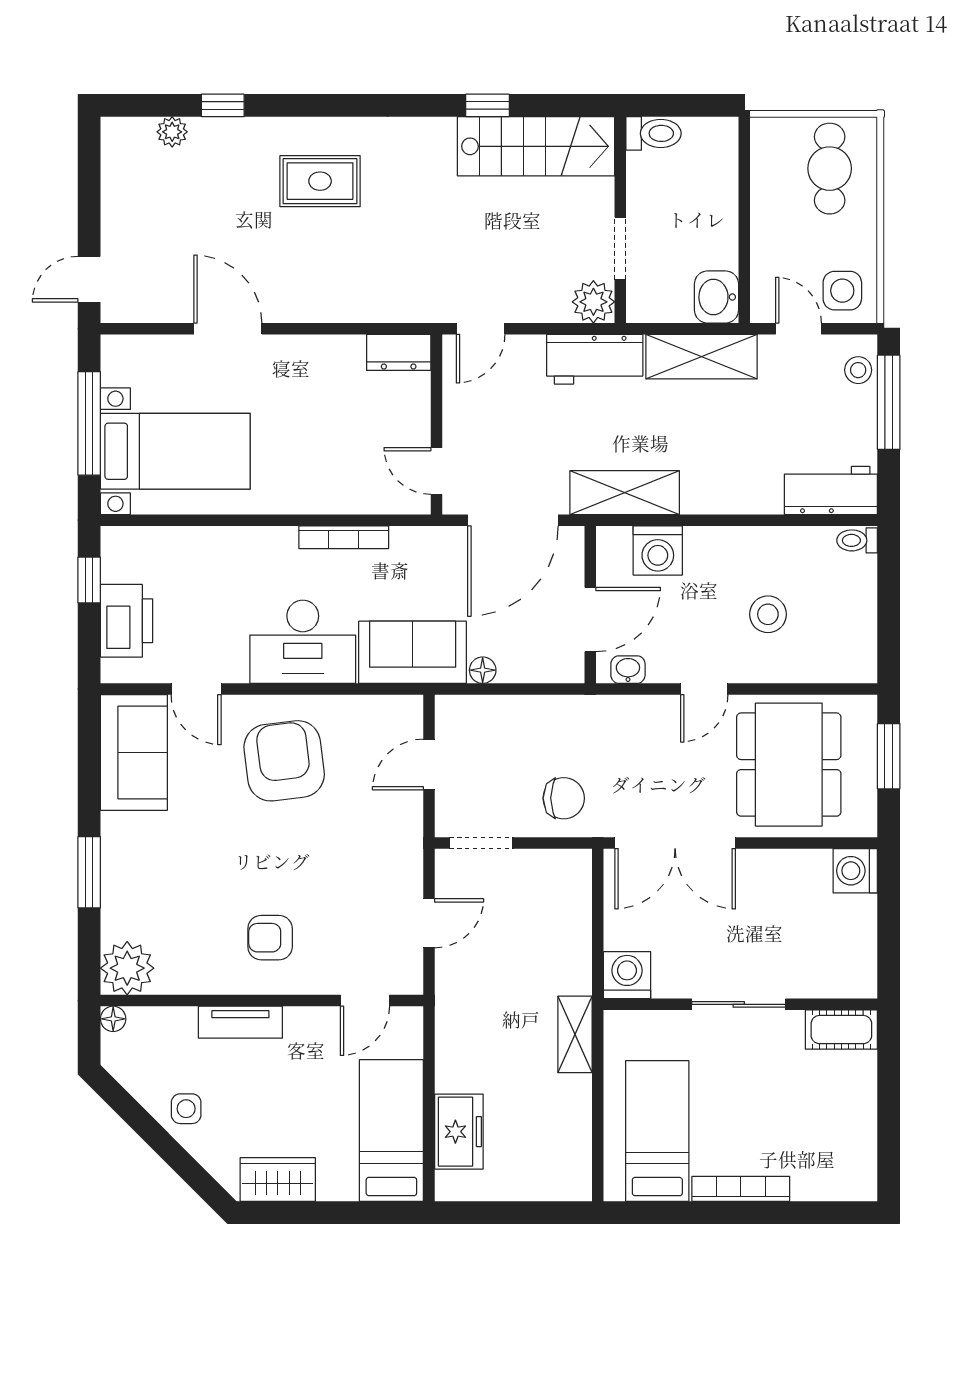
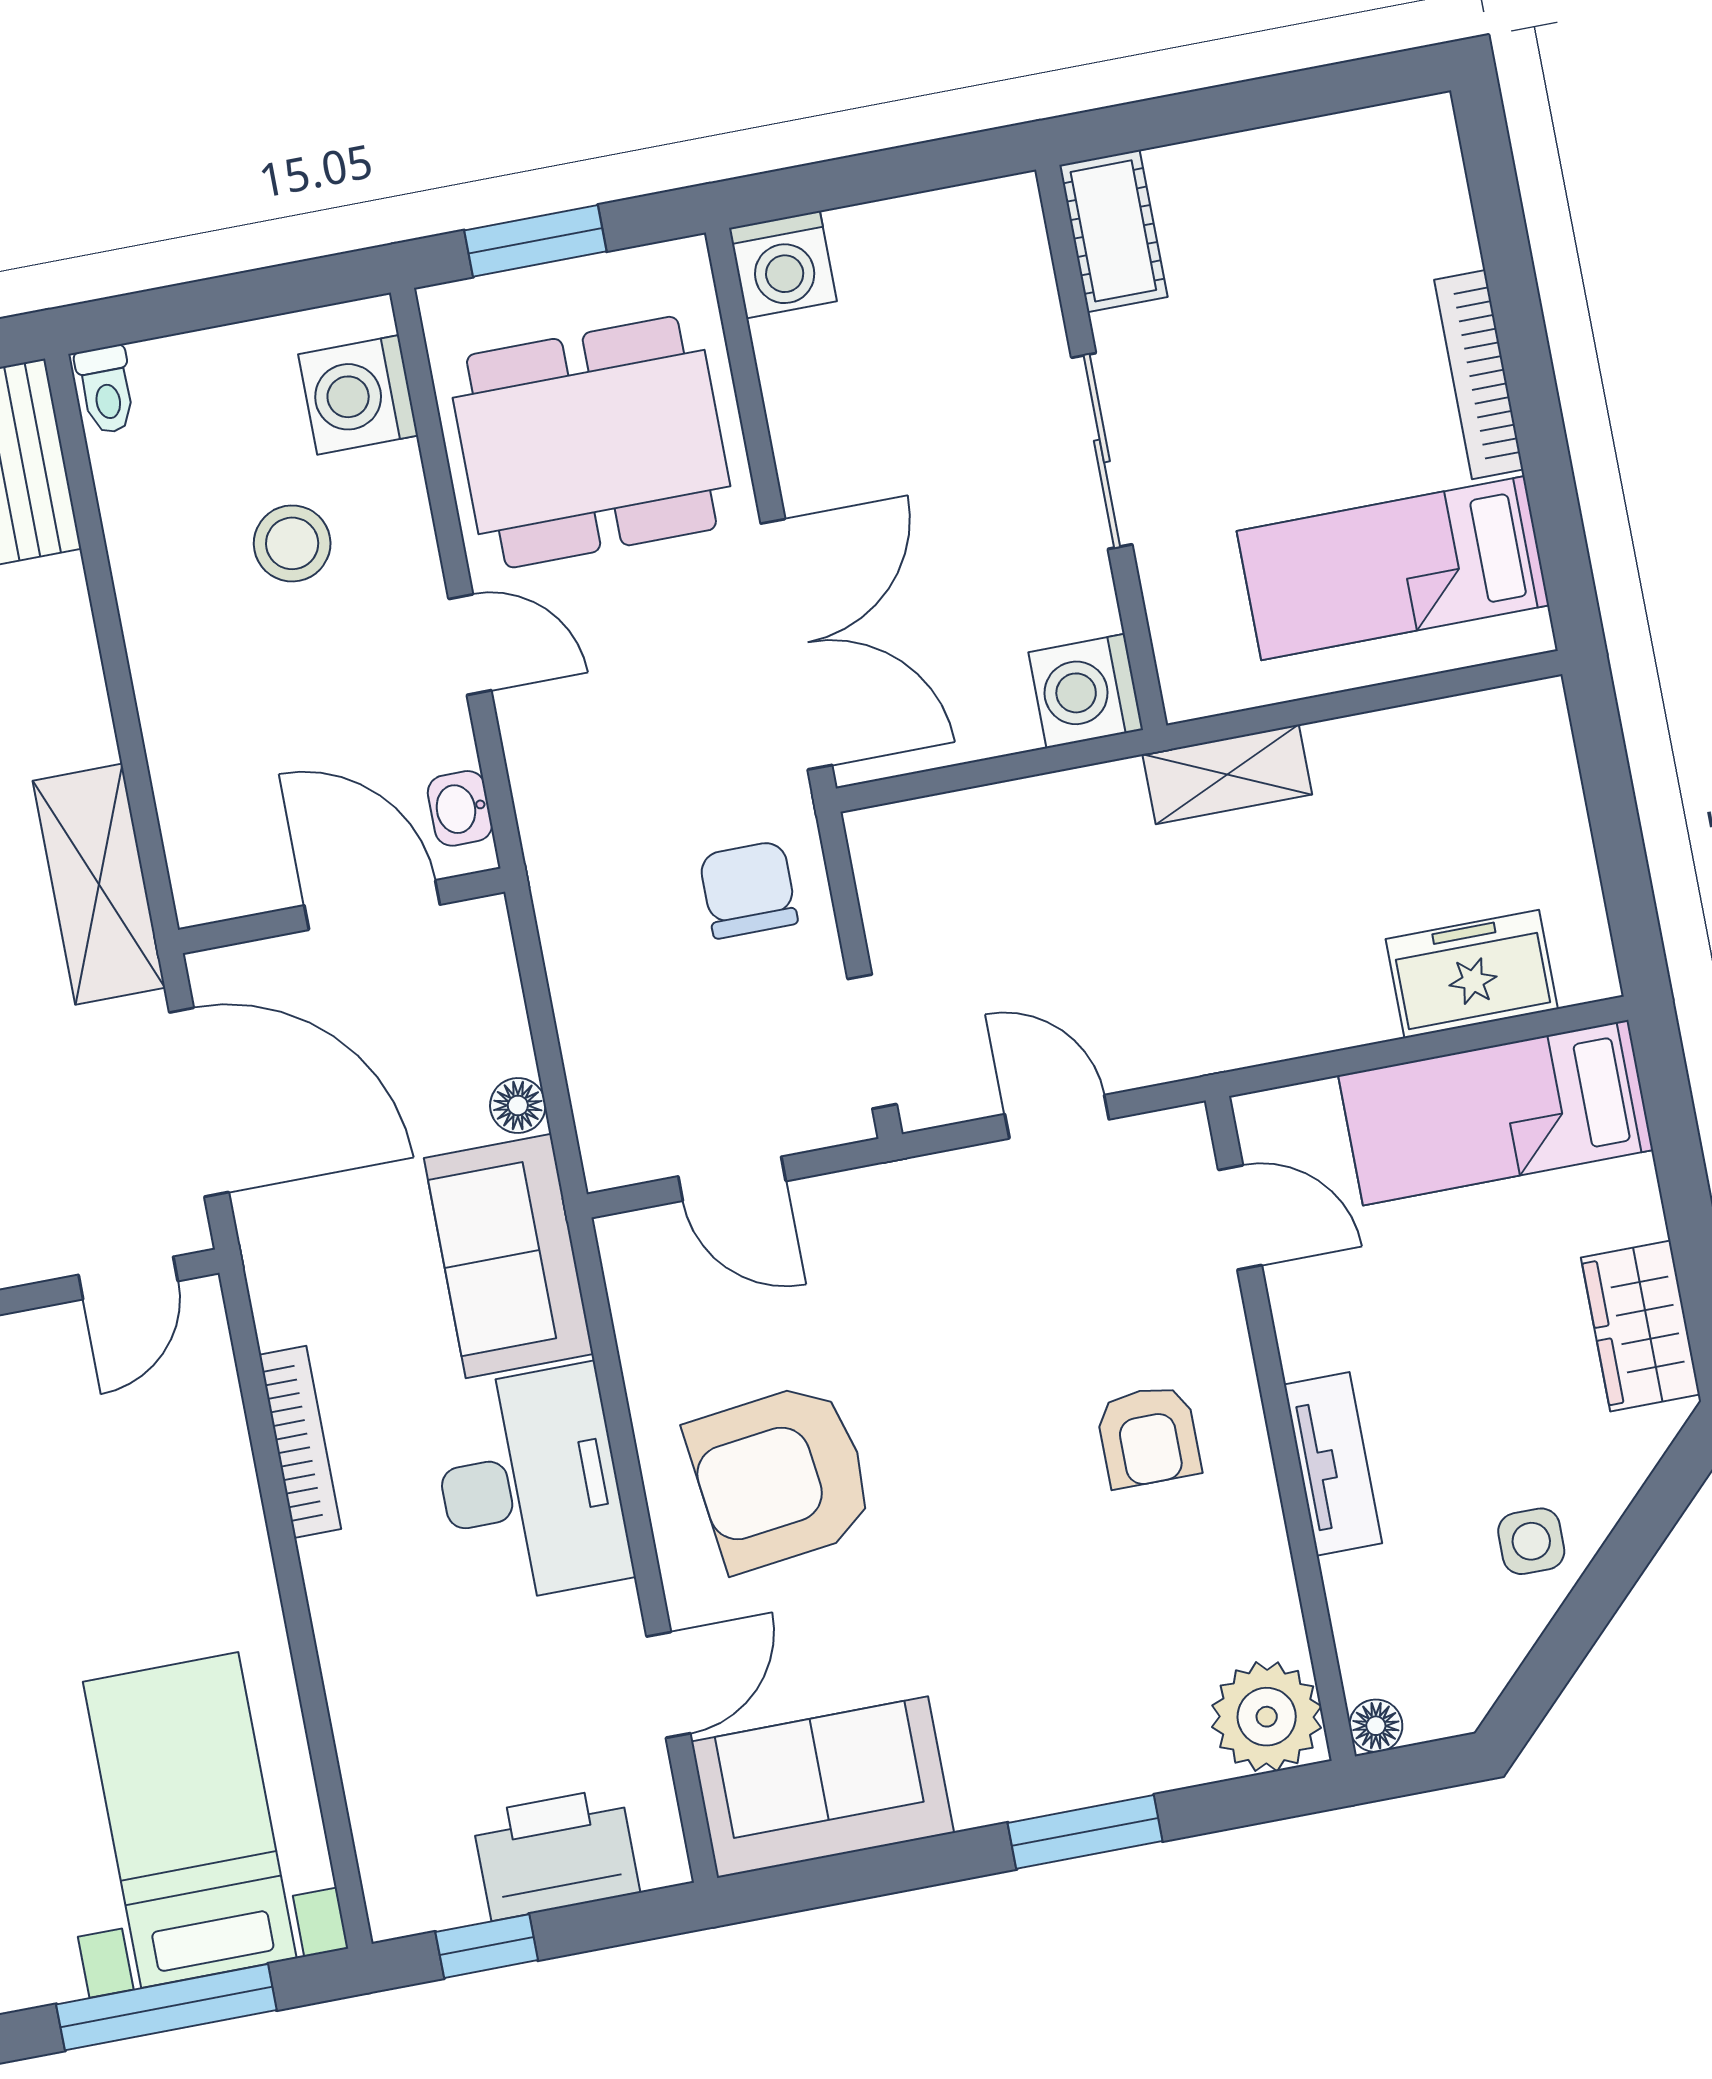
washing machine: (658, 550) -> (358, 395), moved, turned 180

